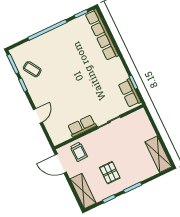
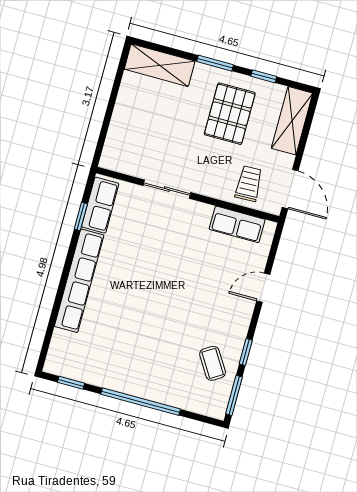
row of seats: (102, 35) -> (79, 281), moved
row of seats: (82, 126) -> (237, 224), moved
shelving: (158, 154) -> (160, 65), moved, turned 90
pallet: (110, 173) -> (230, 114), width x1.50, depth x1.42

